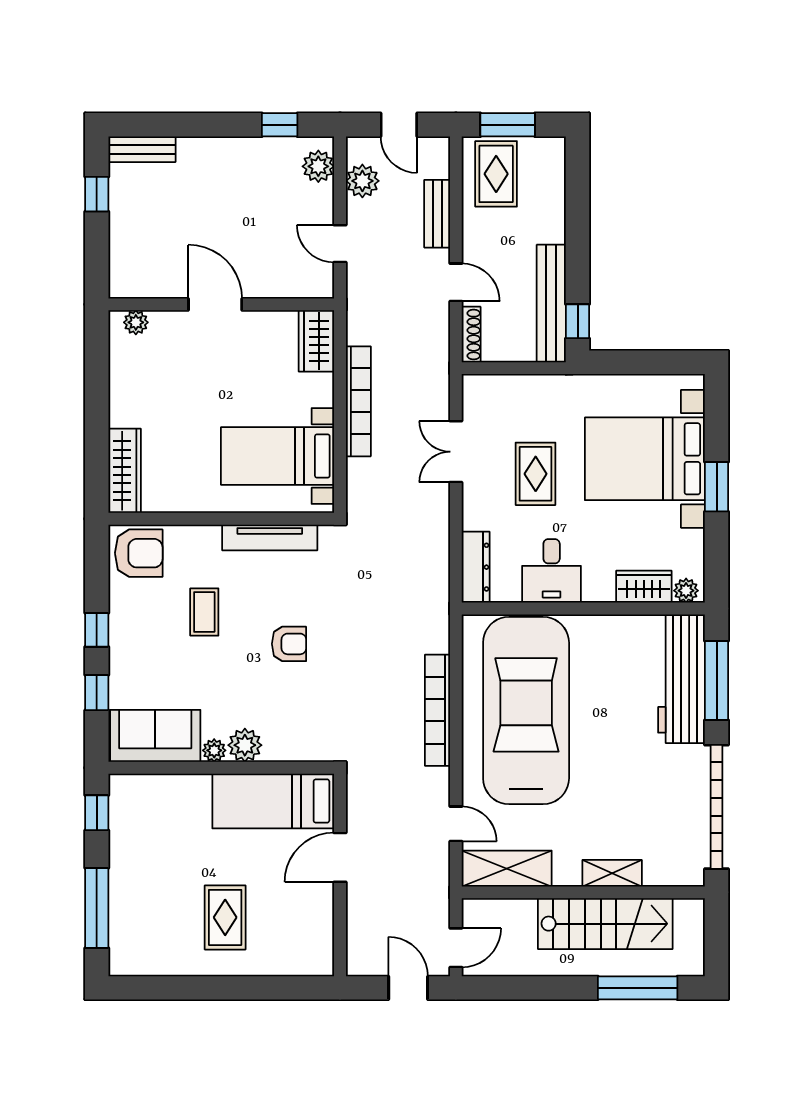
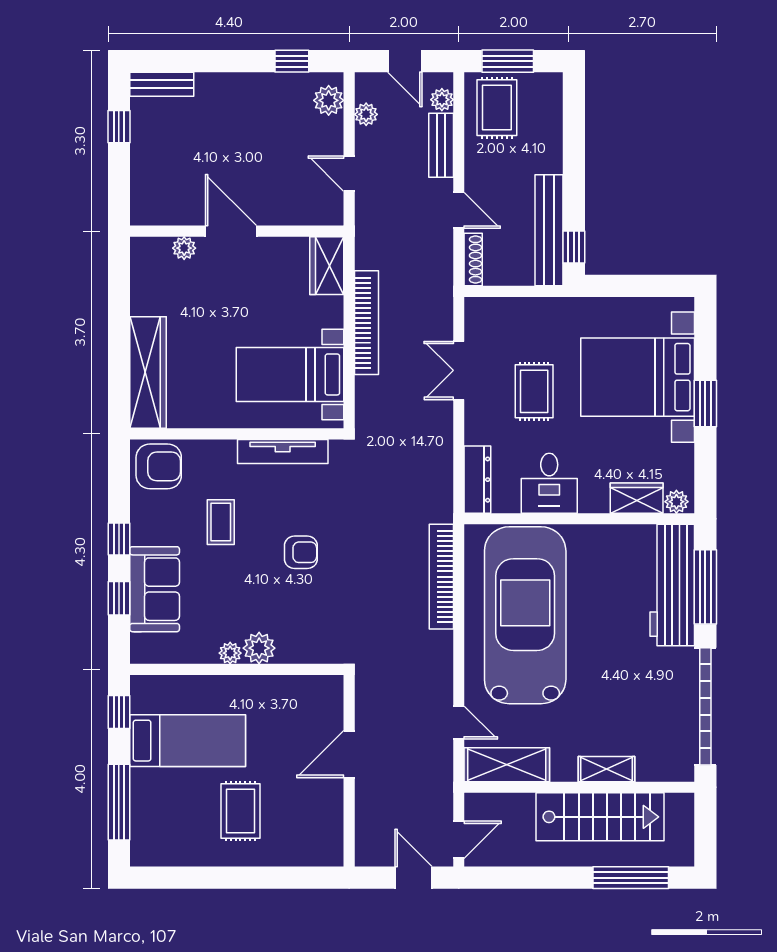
plant: (438, 166) -> (442, 100), added
plant: (362, 181) -> (366, 114), width x0.73, depth x0.73
plant: (136, 322) -> (184, 248), moved
wardrobe: (125, 471) -> (148, 373), width x1.40, depth x1.17
bookcase: (437, 710) -> (441, 577), moved
sofa: (155, 736) -> (155, 589), moved, turned 90
bed: (273, 801) -> (188, 741), moved, turned 180

